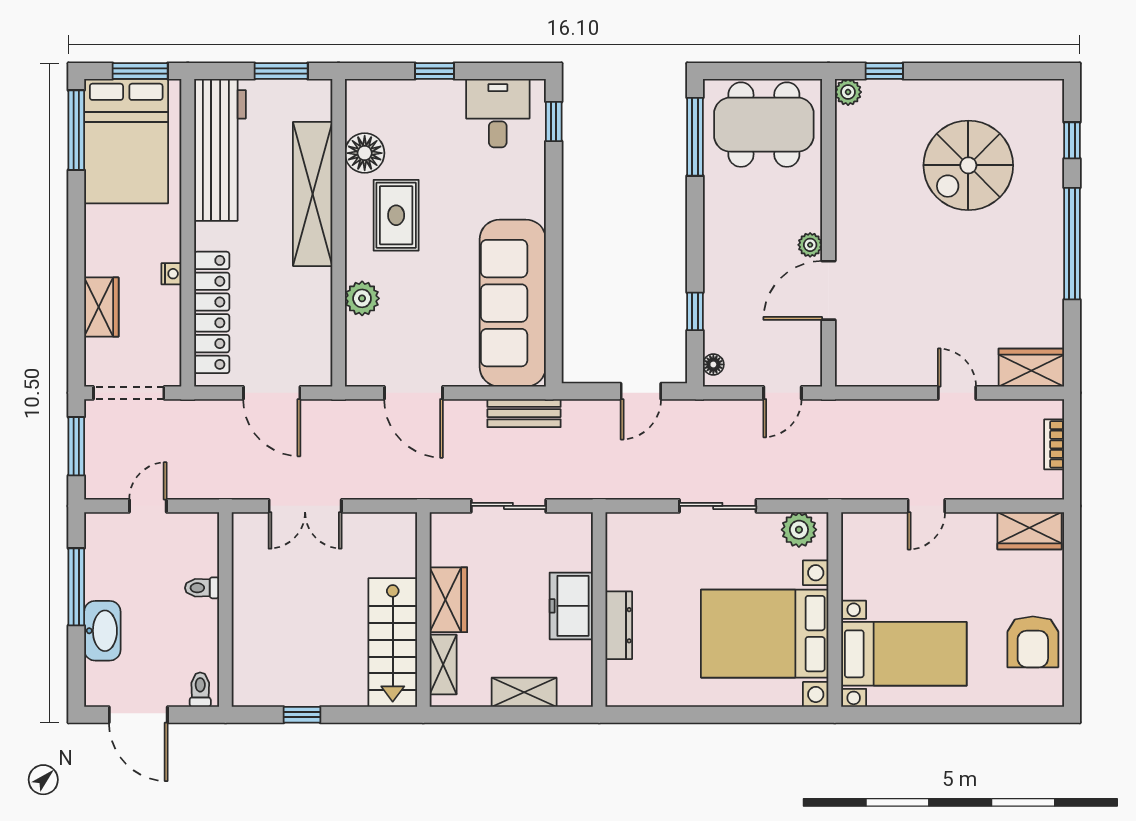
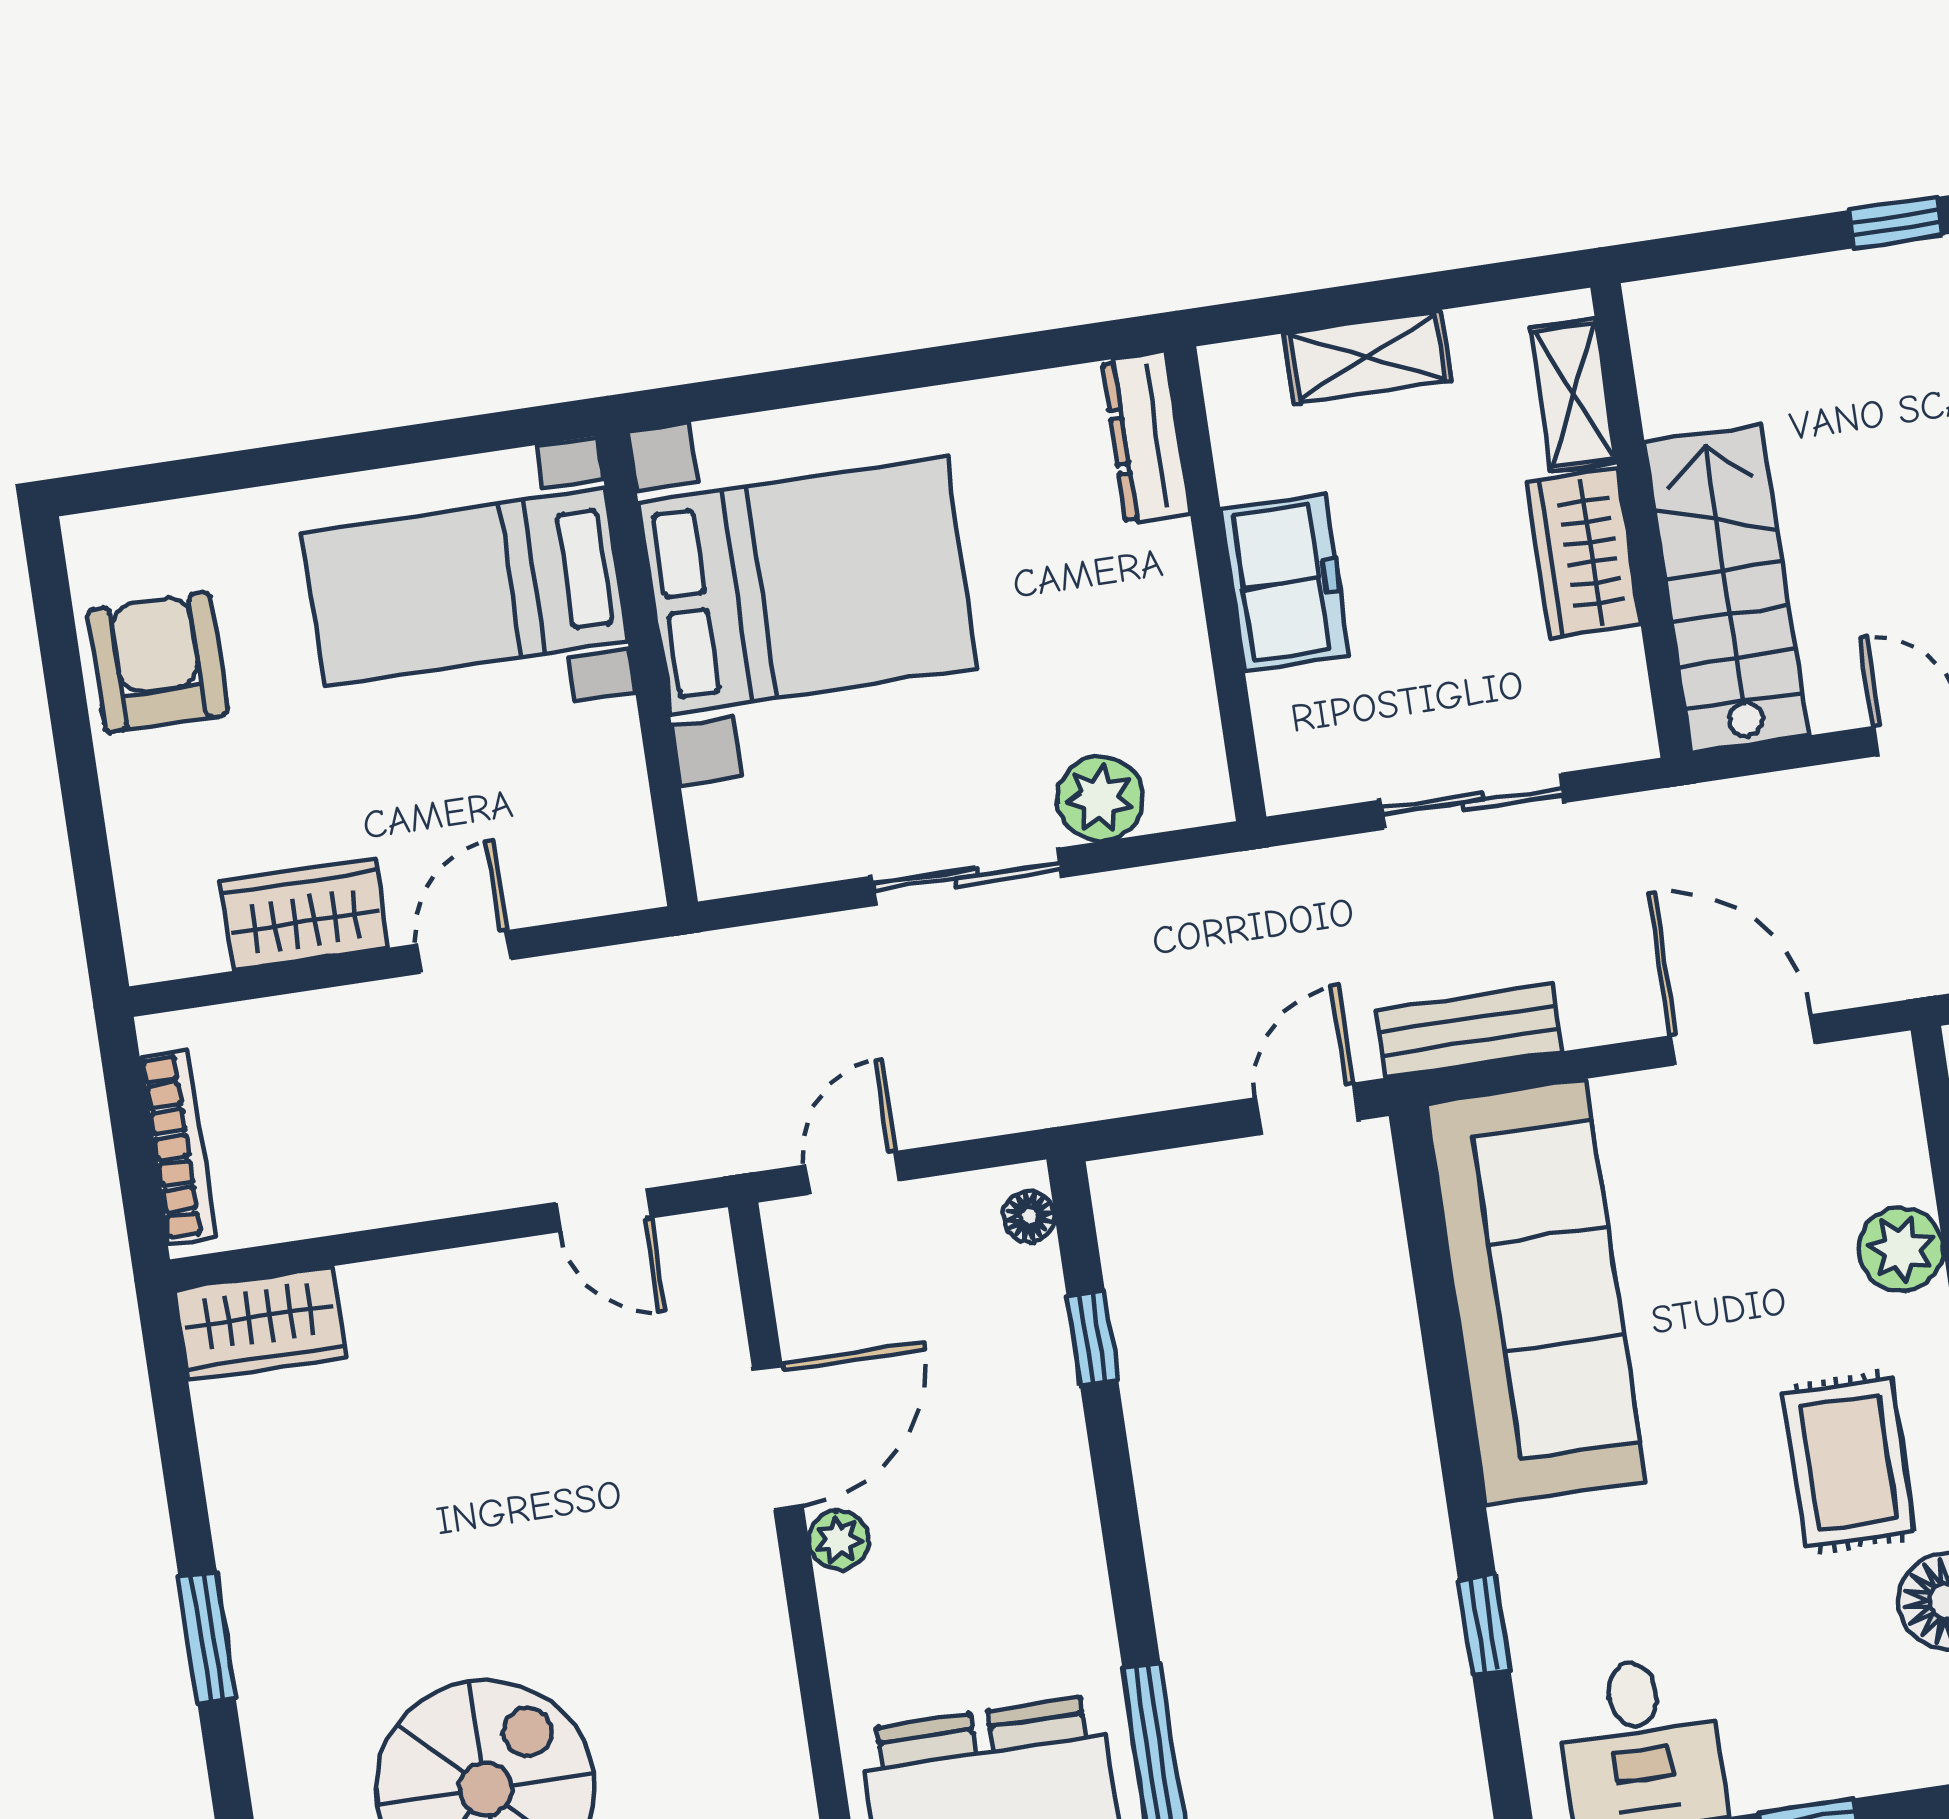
window: (554, 121) -> (1484, 1624), moved
window: (1072, 244) -> (207, 1638), width x0.47
door: (641, 391) -> (1307, 1109), moved
door: (957, 393) -> (604, 1210), moved
bookcase: (1054, 444) -> (178, 1147), width x1.56
plant: (799, 530) -> (1100, 798), moved
wardrobe: (1029, 531) -> (304, 914), moved
dresser: (619, 625) -> (1146, 438), moved
stairs: (393, 642) -> (1726, 589), moved

